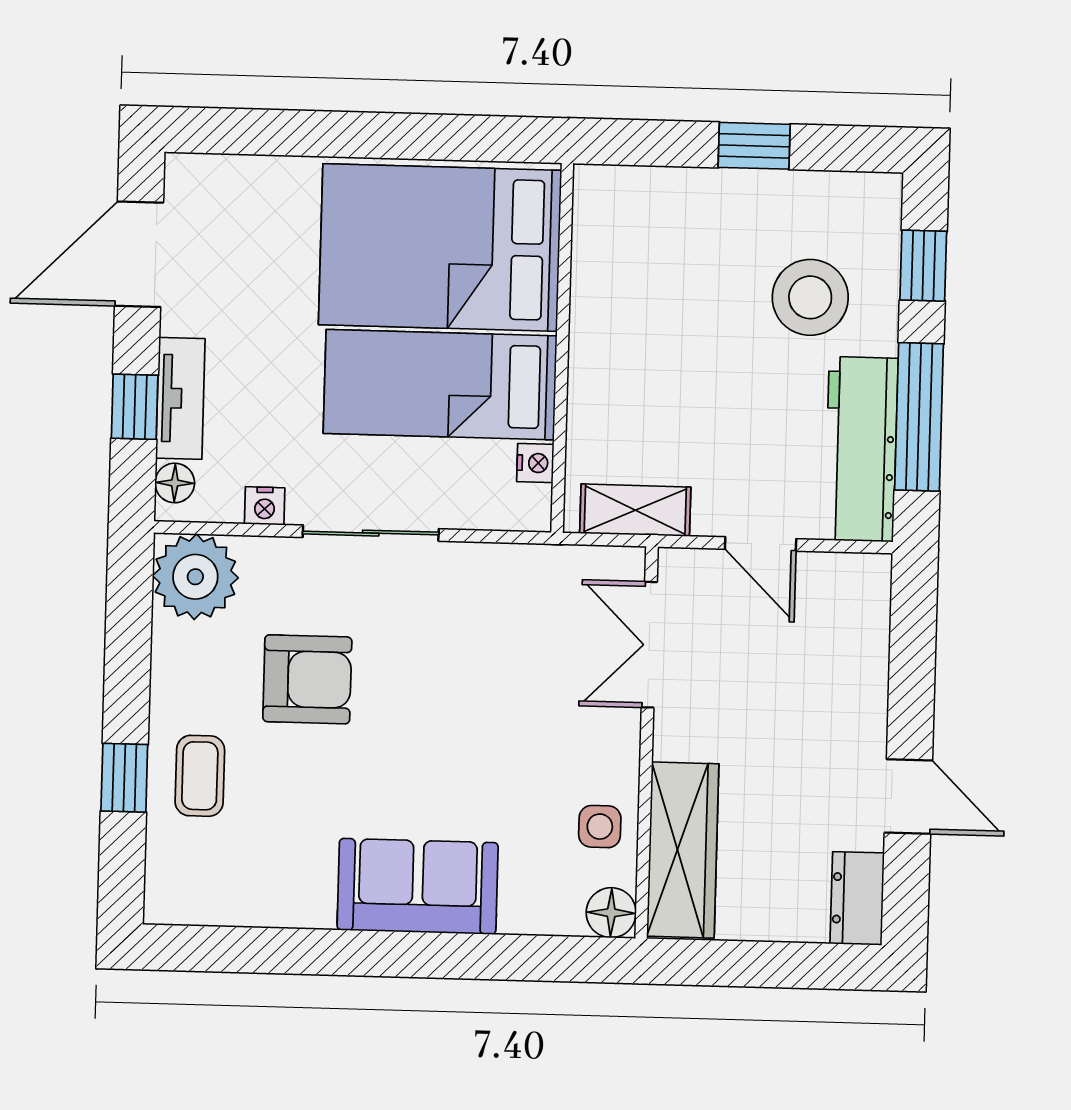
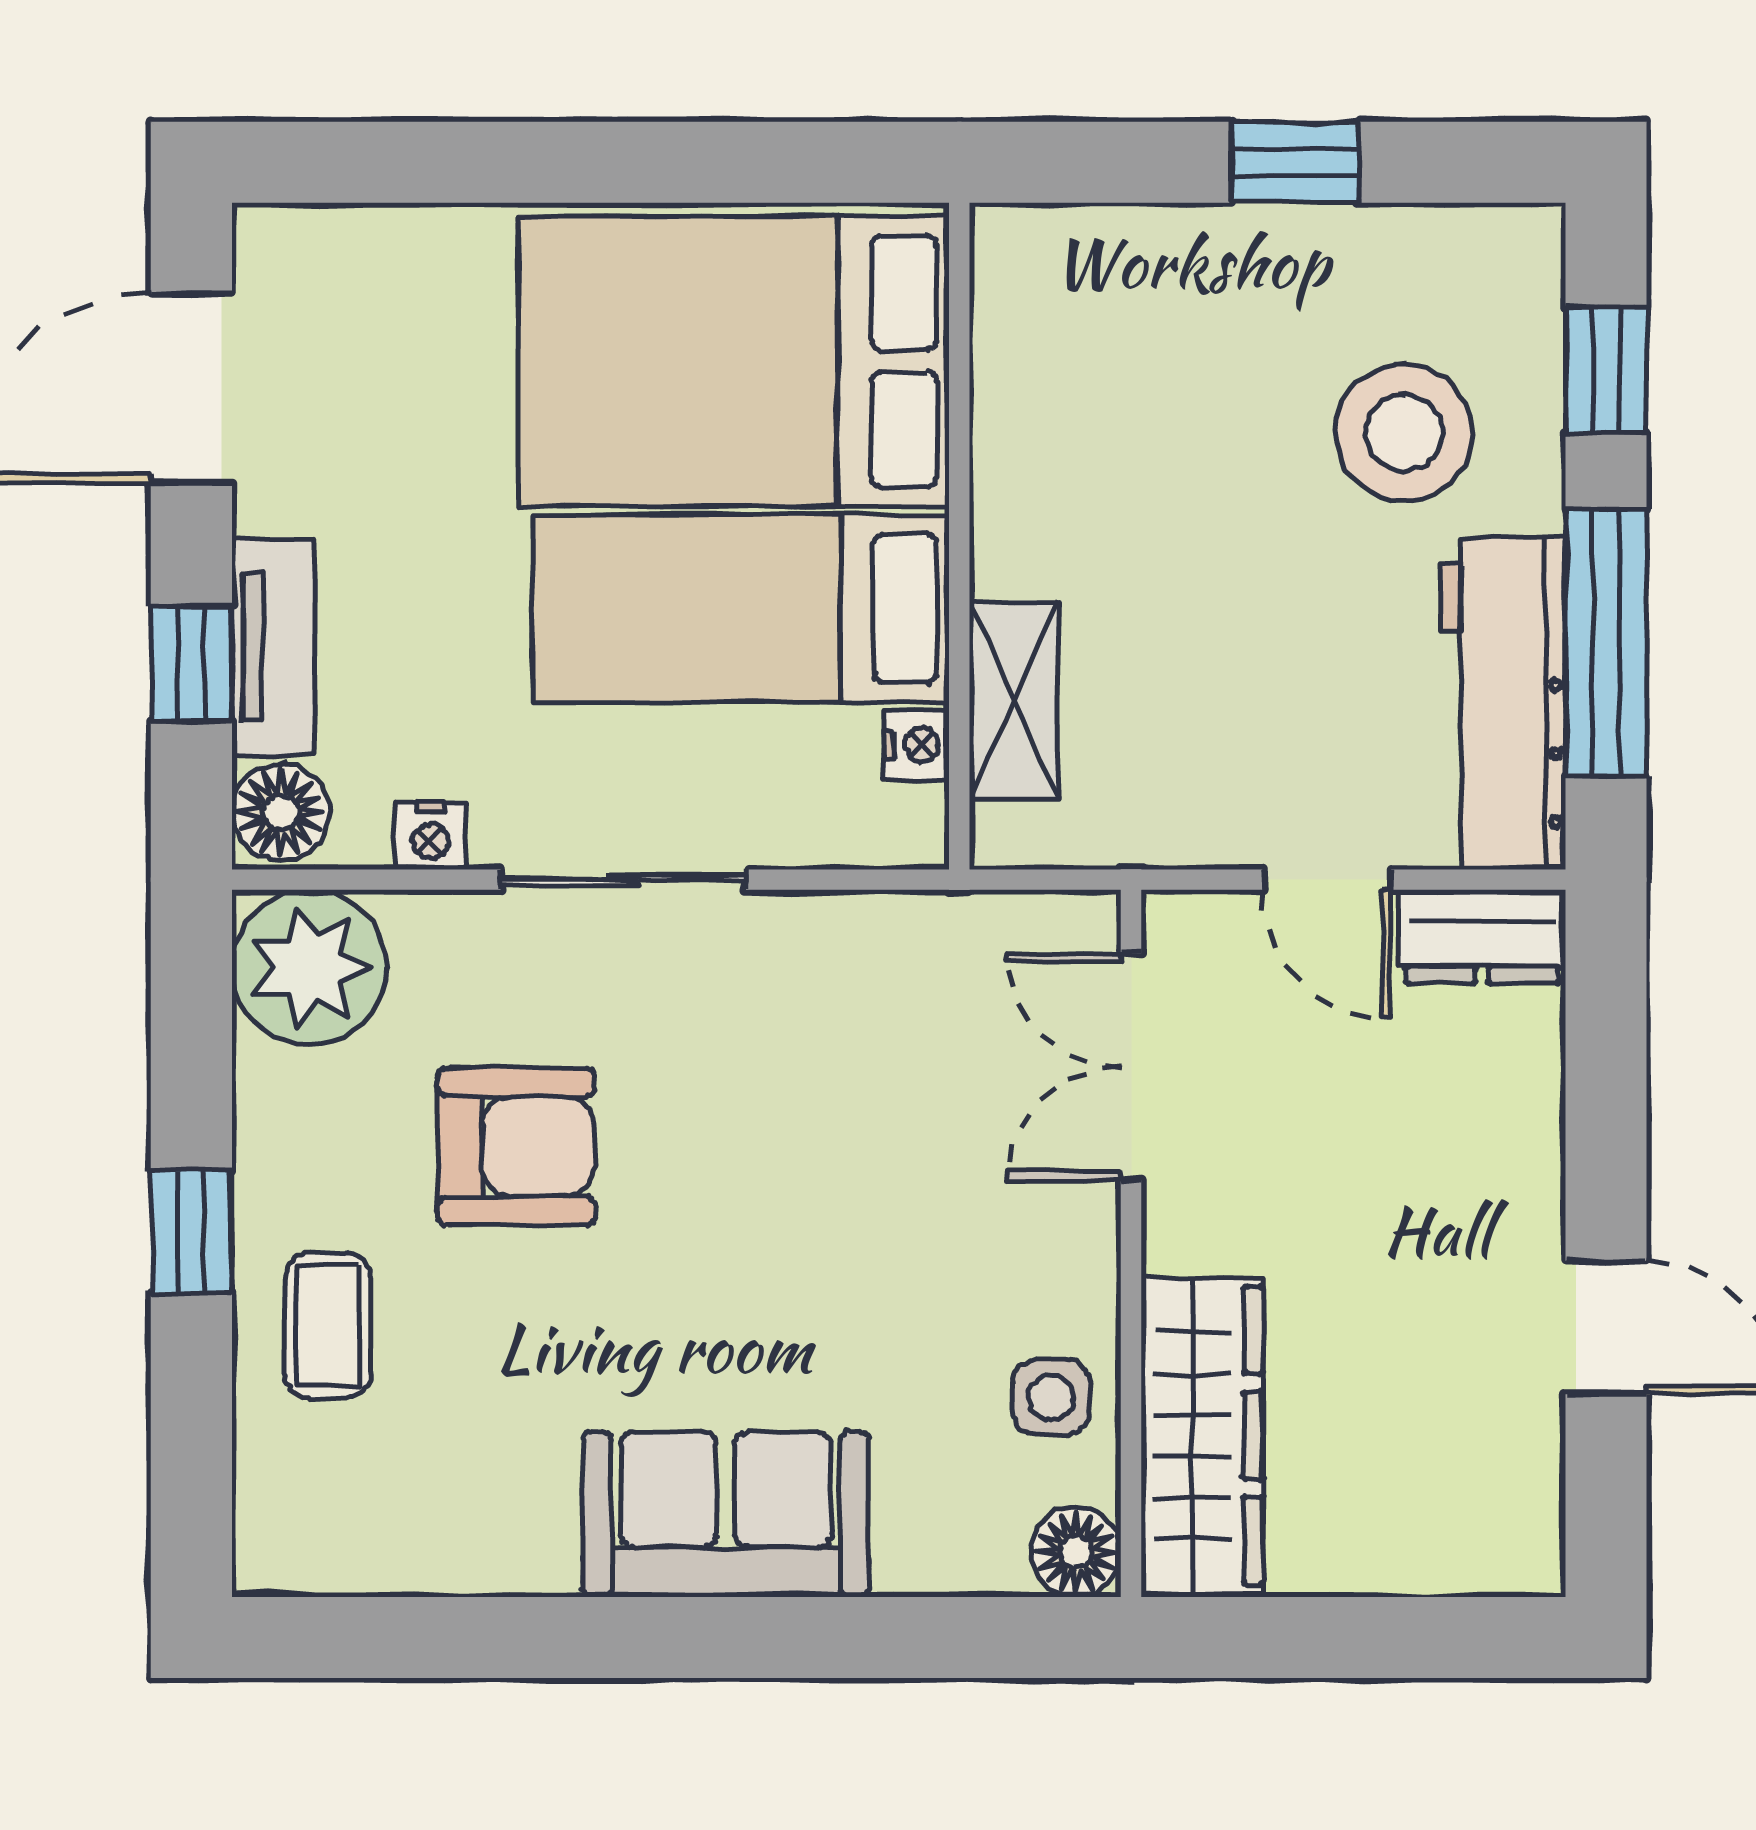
floor lamp: (175, 483) -> (281, 812), width x1.37, depth x1.37
shelving: (635, 510) -> (1014, 700), moved, turned 90
window: (124, 778) -> (191, 1232), moved
dresser: (857, 898) -> (1482, 937), moved, turned -90

